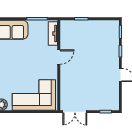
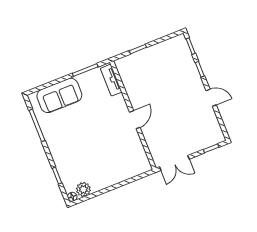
door: (59, 57) -> (135, 120), moved
corner sofa: (34, 95) -> (117, 163), removed

